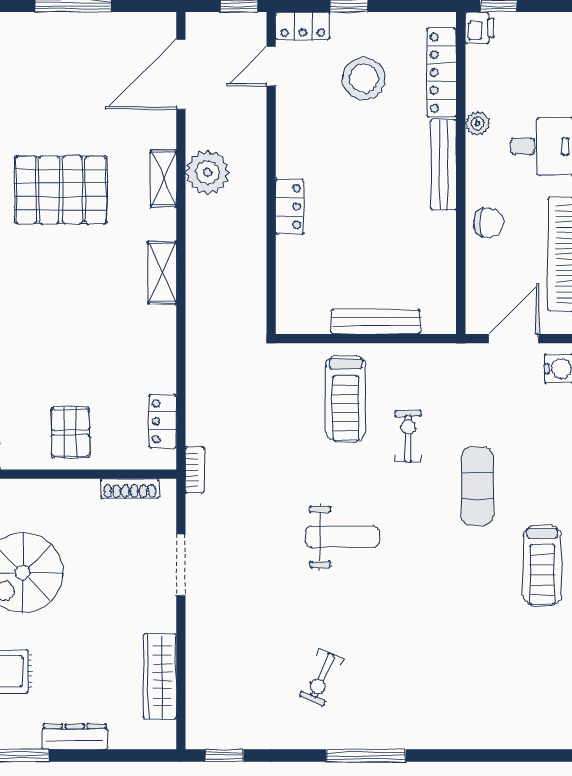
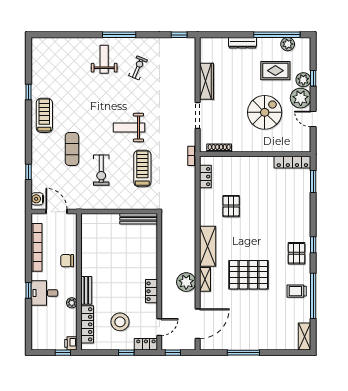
bench: (444, 165) -> (86, 290), width x0.73
locker: (290, 207) -> (151, 291), moved
shelving: (162, 273) -> (208, 246), width x1.50, depth x1.33
bench: (376, 322) -> (139, 219), moved
door: (514, 339) -> (56, 212), swing flipped
treadmill: (346, 398) -> (142, 168), moved
pallet: (70, 432) -> (231, 206), moved
exercise bike: (408, 436) -> (101, 170), width x1.38, depth x1.39
wardrobe: (160, 676) -> (206, 81), moved
weight bench: (401, 698) -> (104, 59), added

